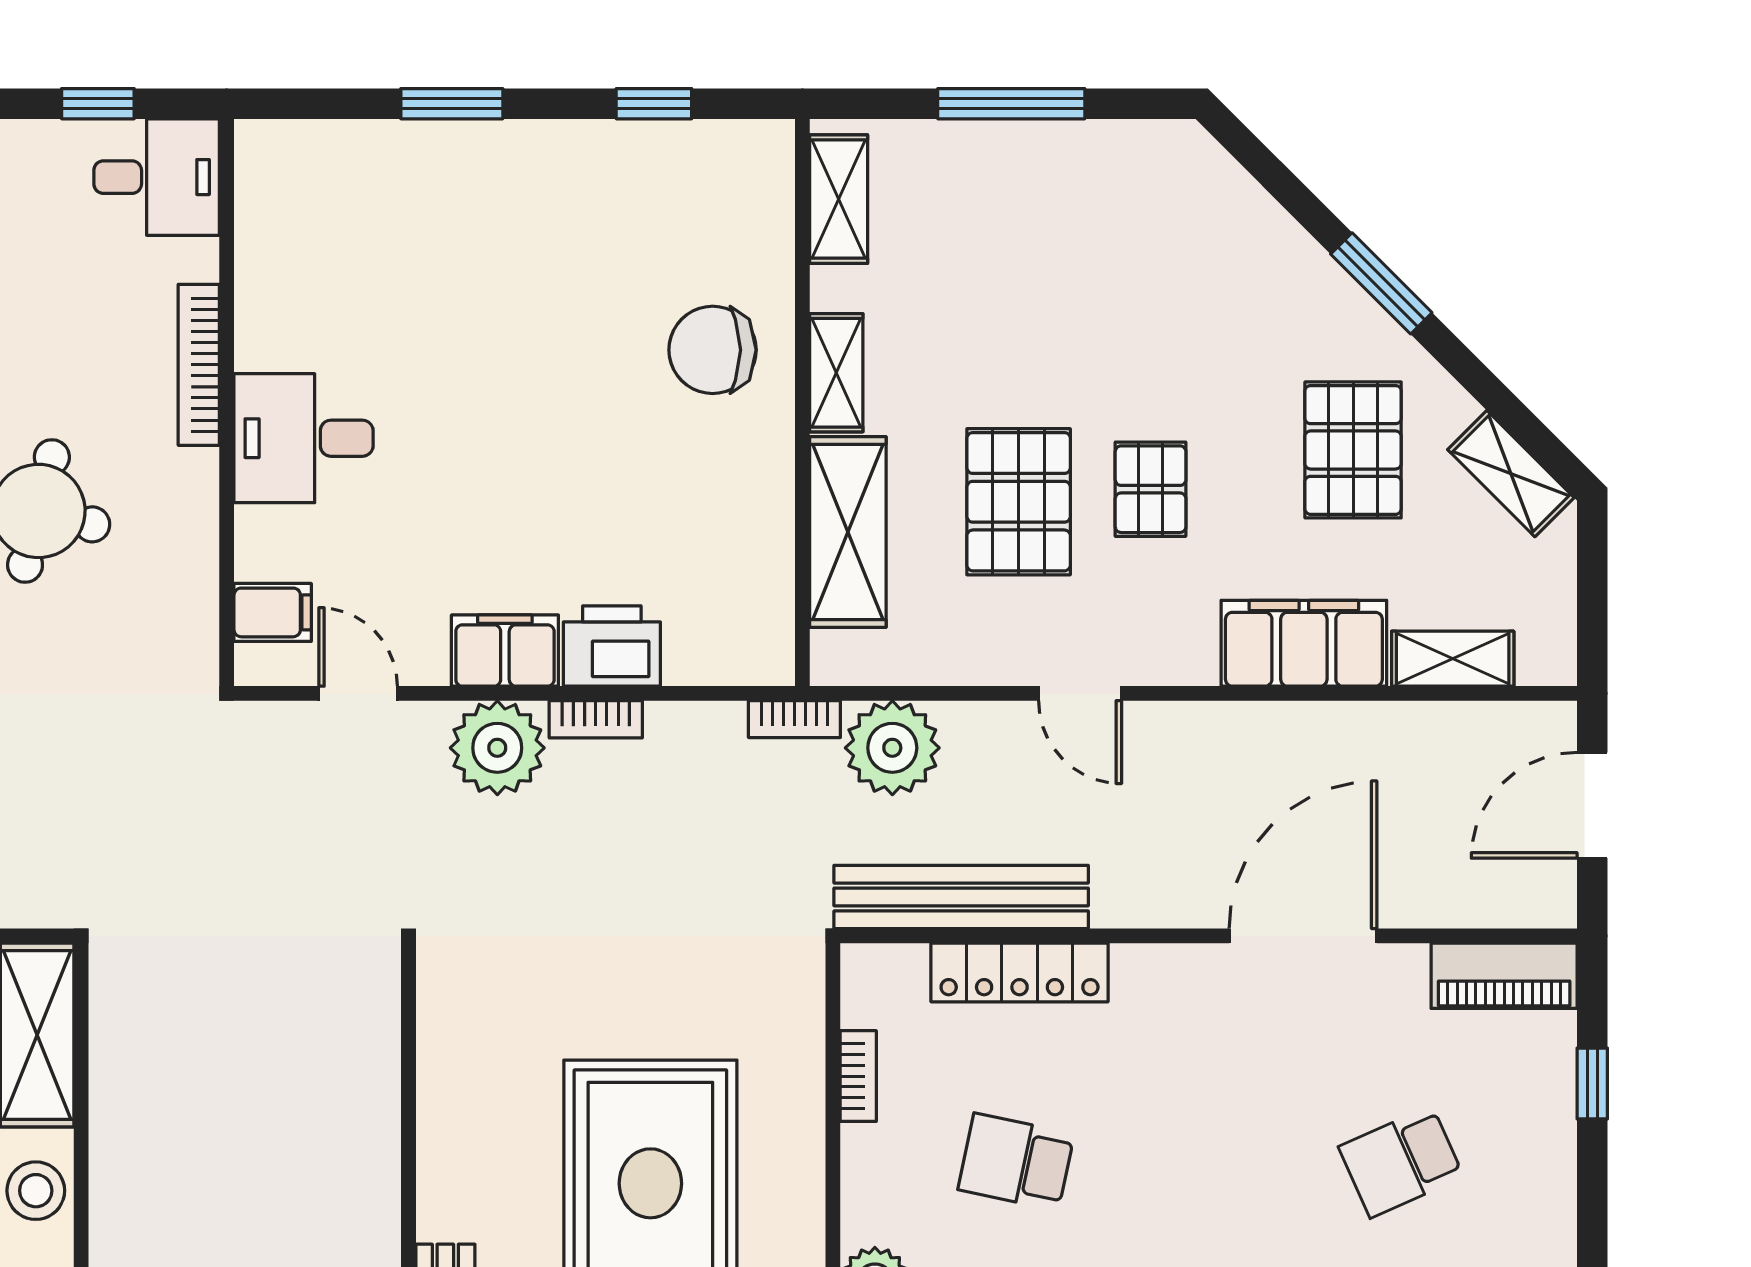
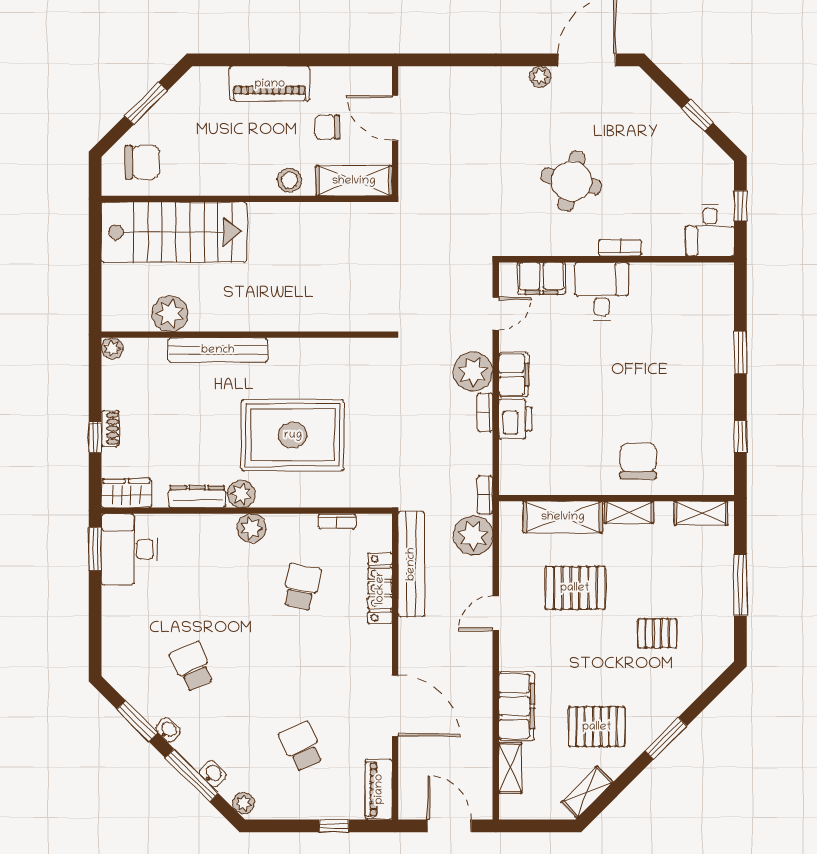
bookcase: (199, 365) -> (620, 248), width x0.64
pallet: (1151, 489) -> (657, 633), moved
filing cabinet: (273, 612) -> (541, 278), width x2.00

